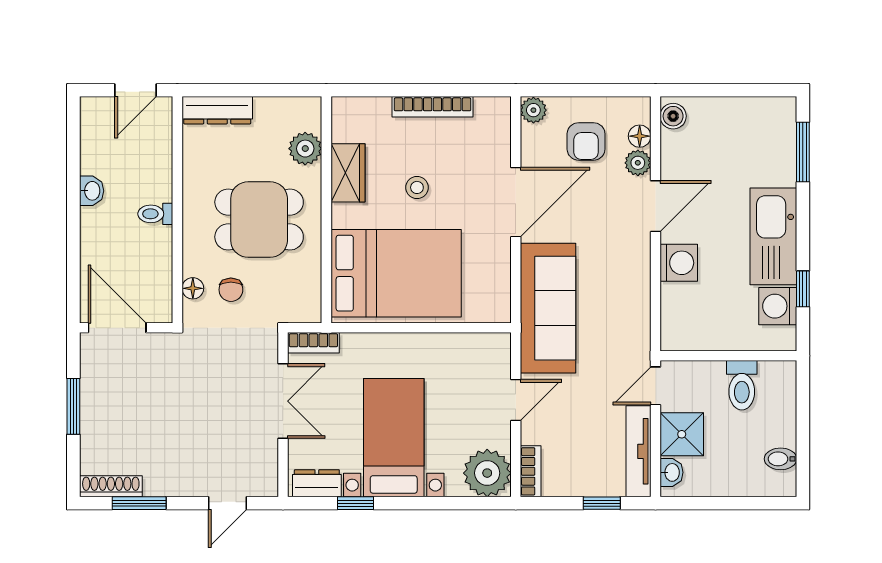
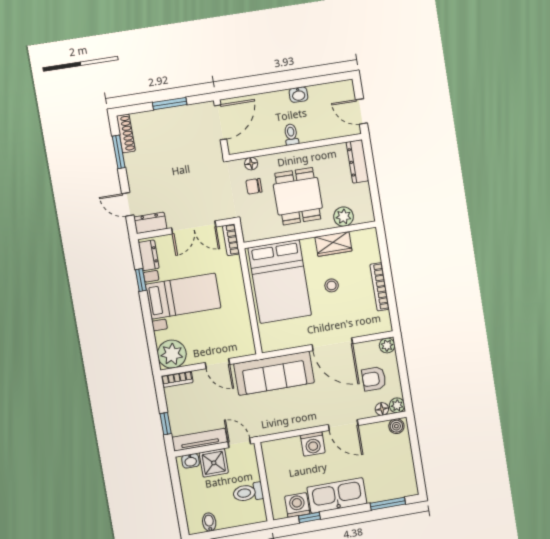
plant: (638, 163) -> (397, 405), moved
dresser: (264, 471) -> (150, 223), added

